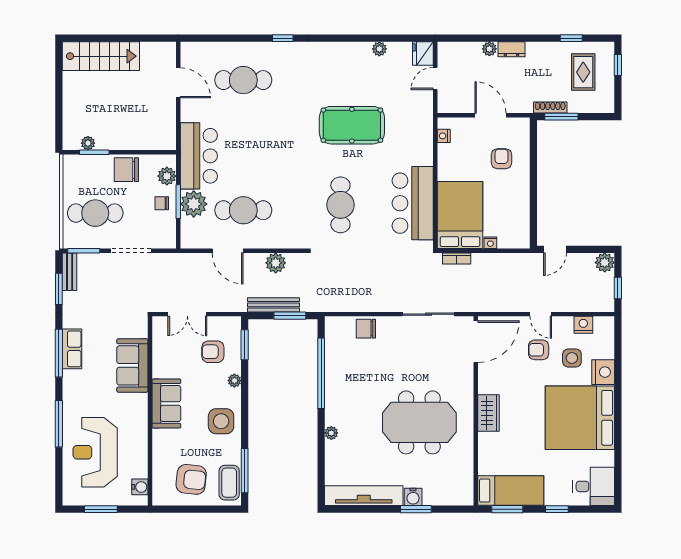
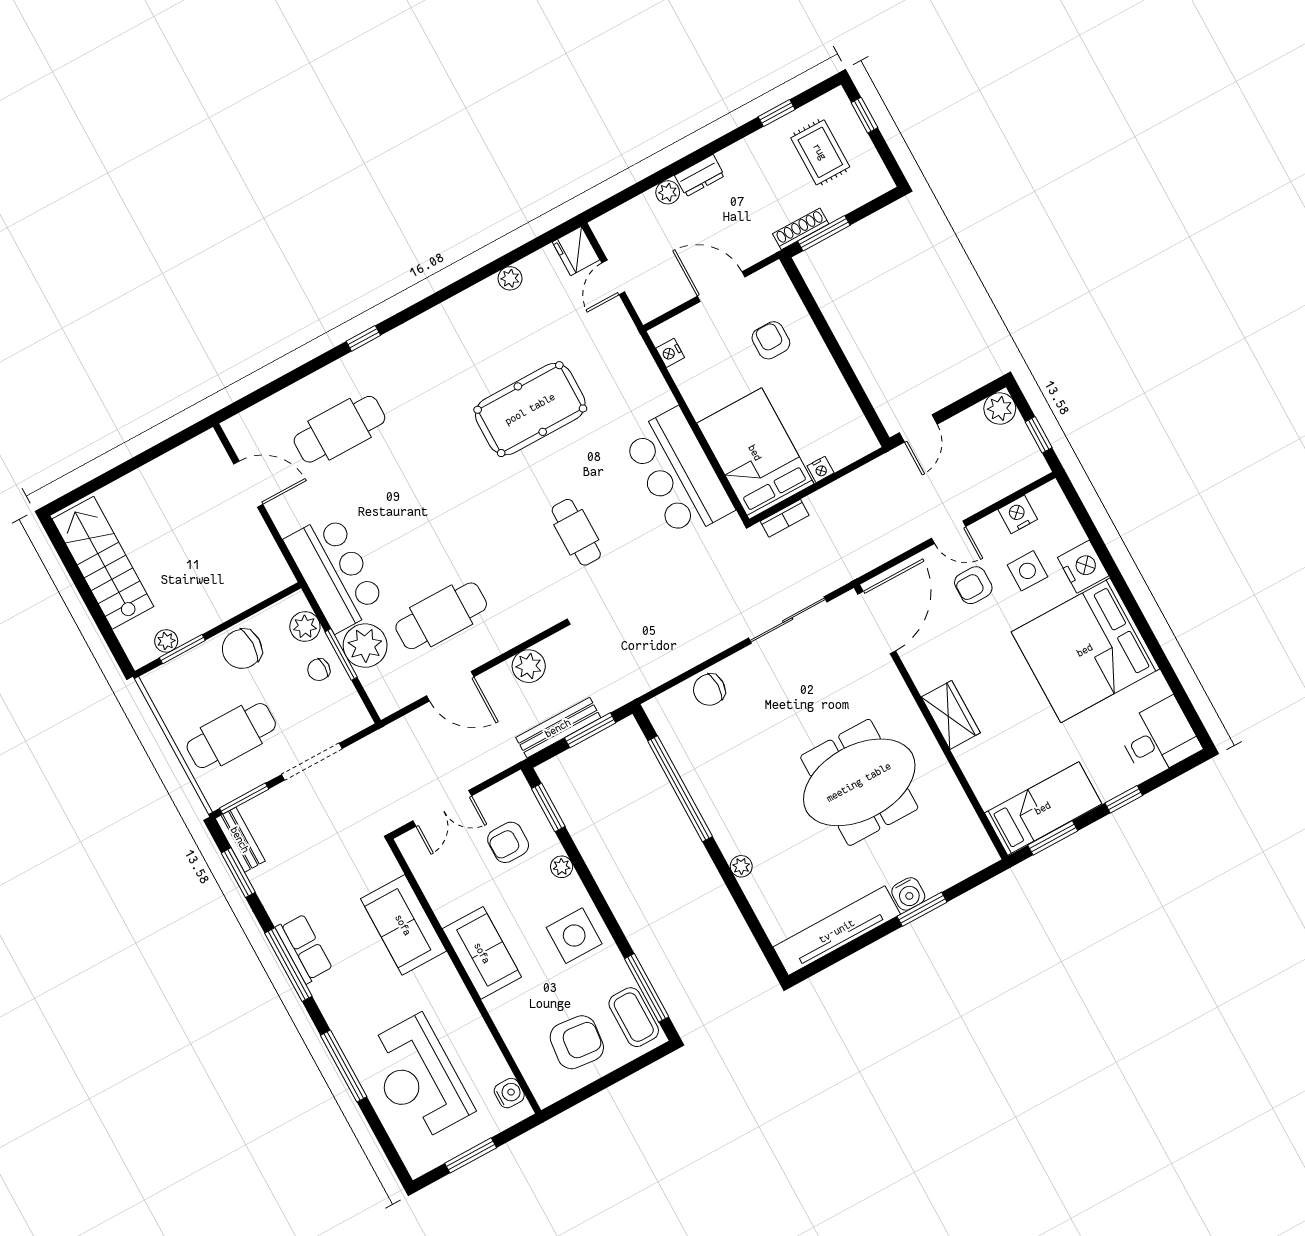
stairs: (101, 56) -> (103, 563), moved, turned -90
cafe table: (340, 205) -> (576, 532), width x0.73, depth x0.74

